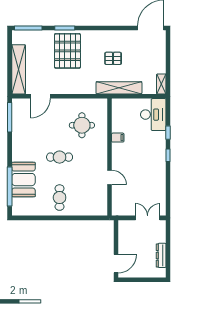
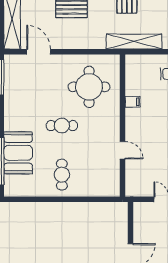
door: (40, 96) -> (39, 52), swing flipped
round table: (82, 125) -> (89, 87), width x1.36, depth x1.36

